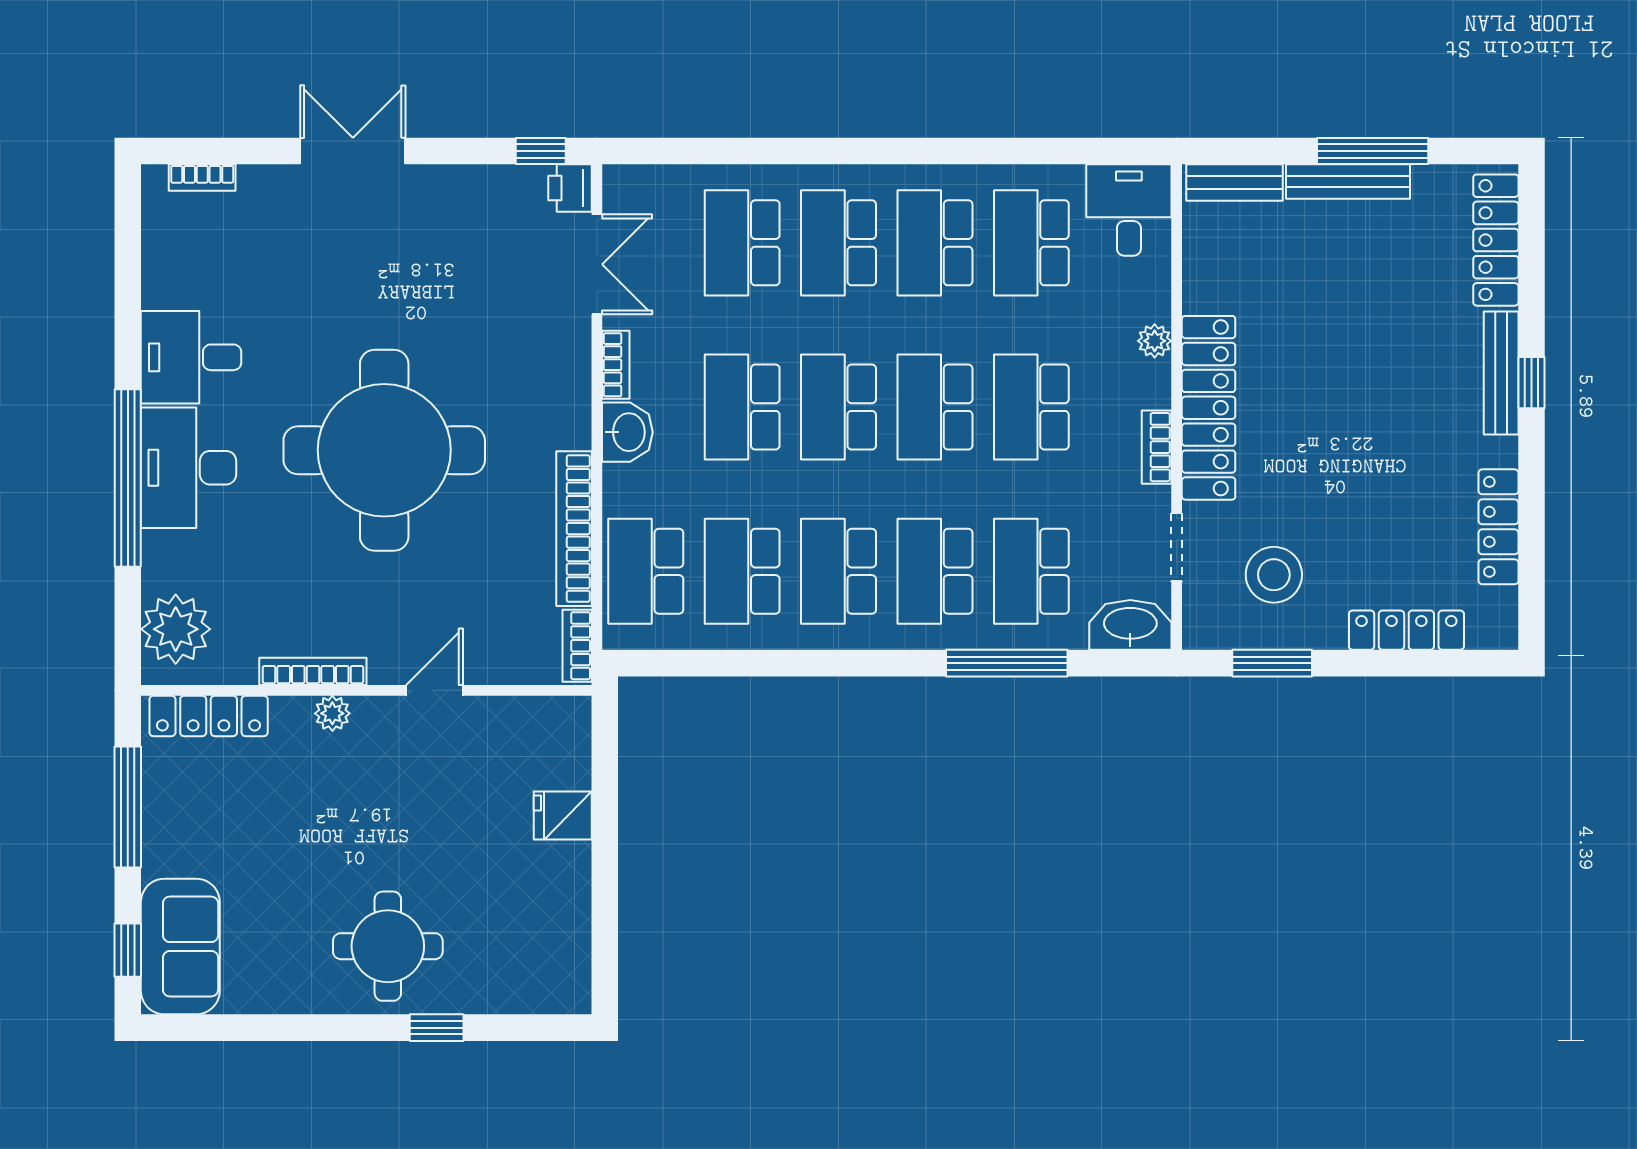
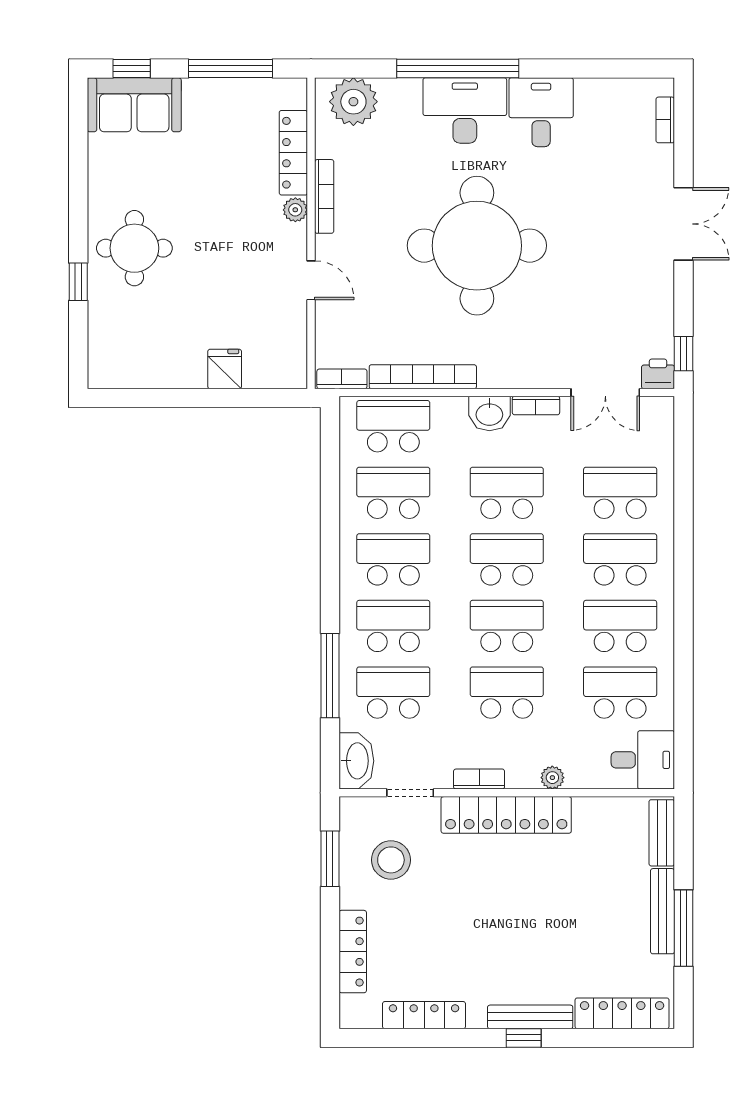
locker: (209, 716) -> (293, 153), moved

